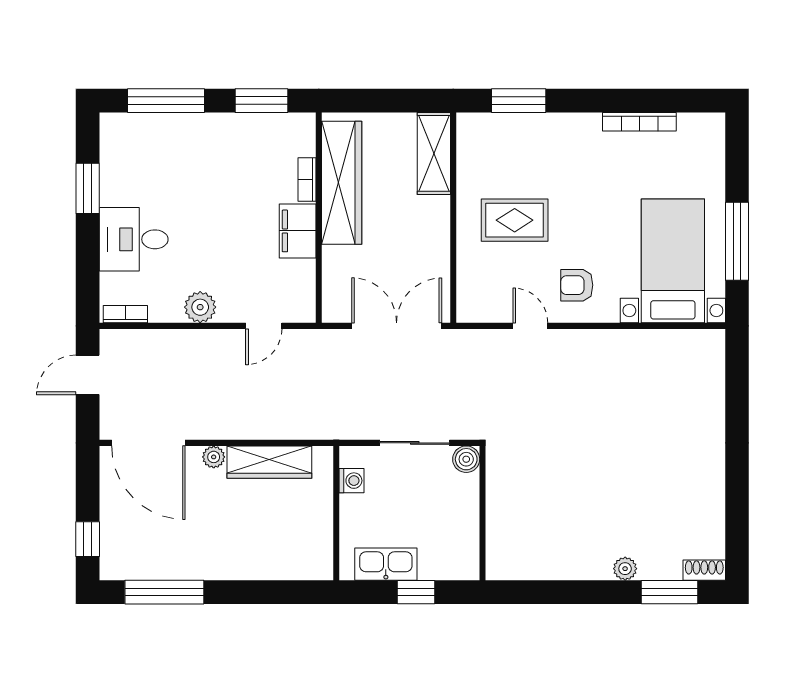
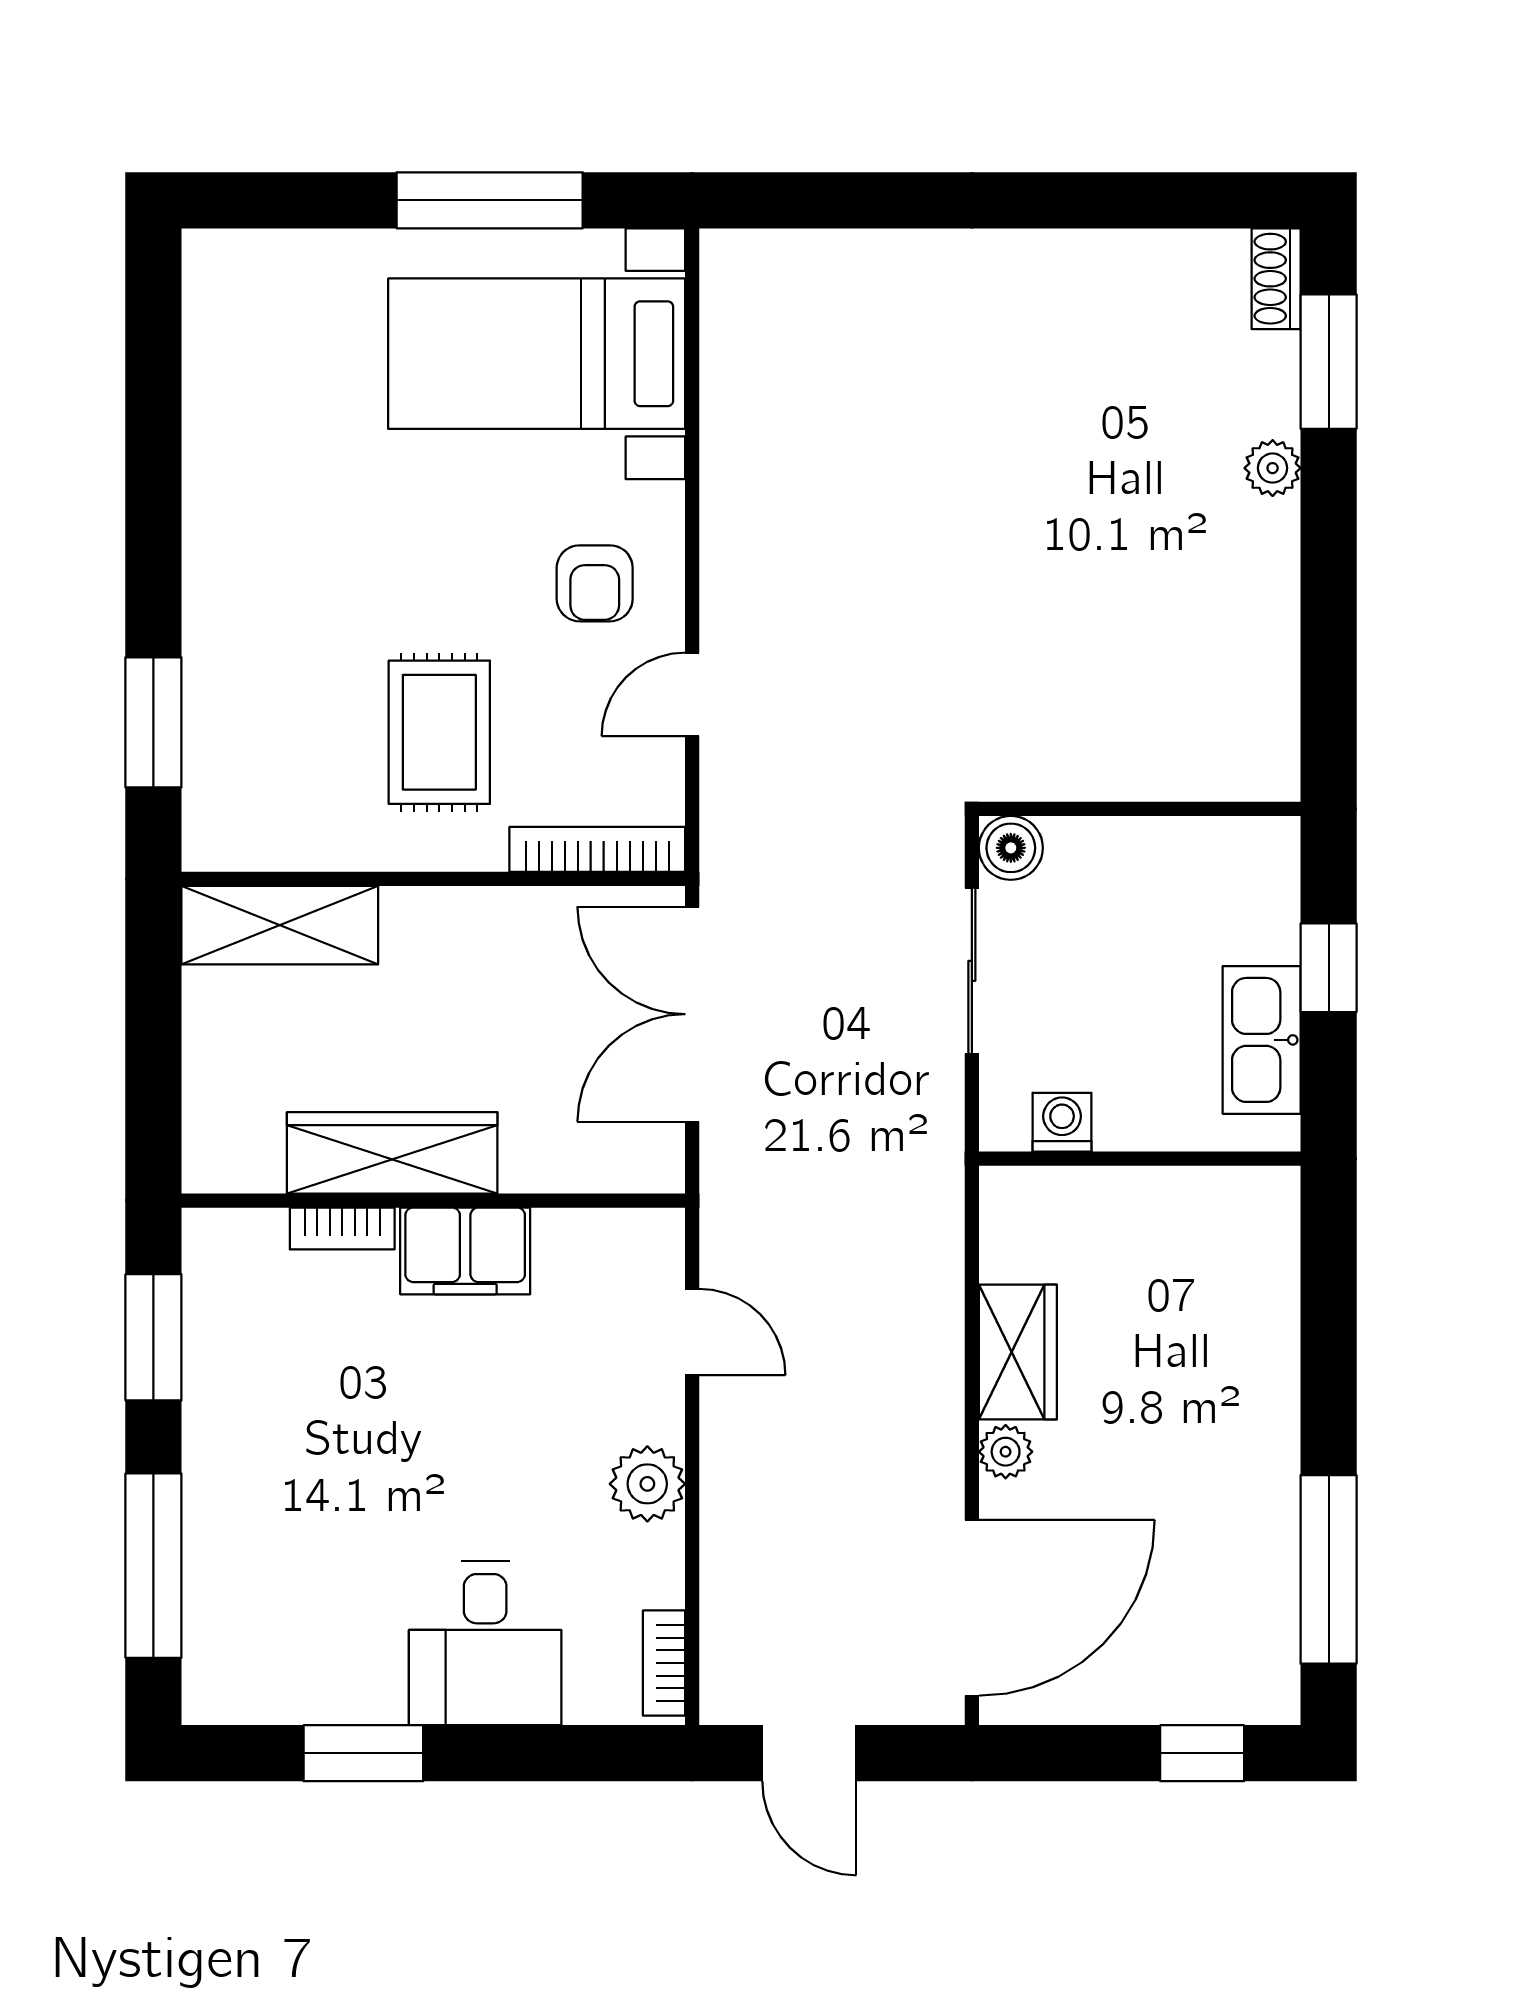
bookcase: (639, 122) -> (597, 849), moved, turned -90
wardrobe: (342, 183) -> (392, 1153), width x0.71, depth x0.85
wardrobe: (269, 462) -> (1018, 1352), width x0.67

